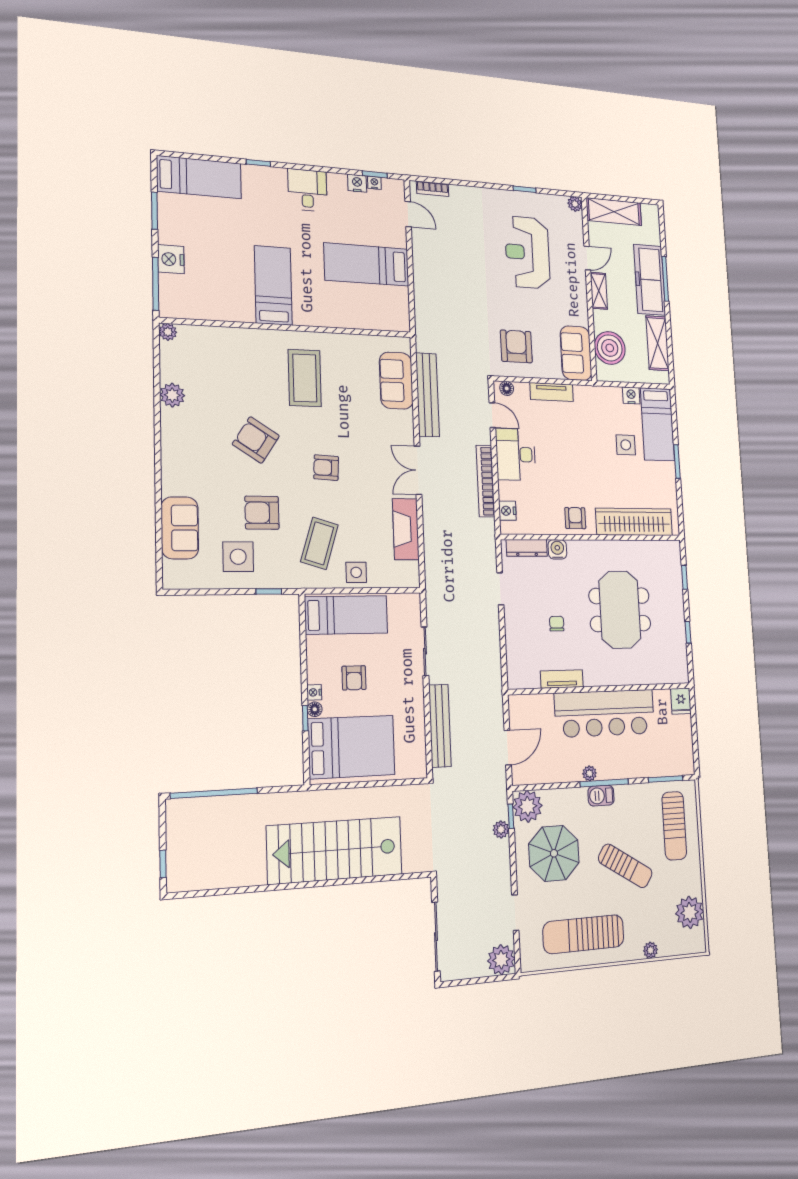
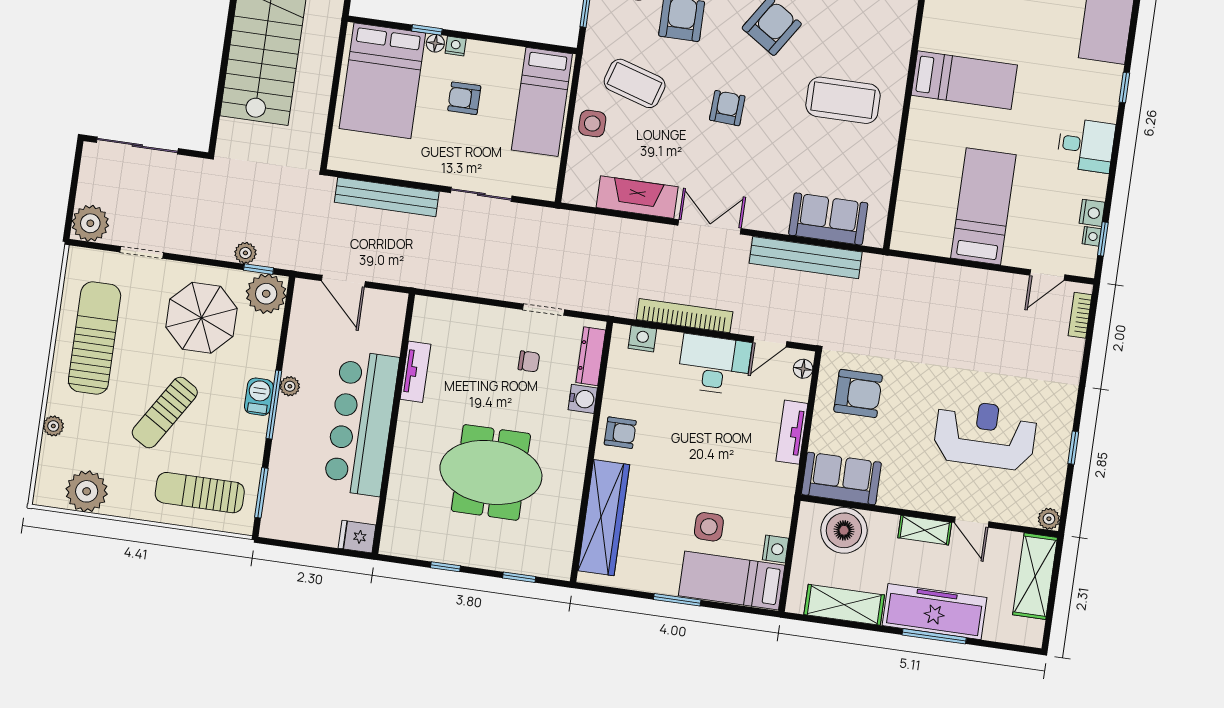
chair: (557, 624) -> (529, 361), moved

